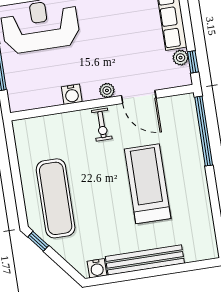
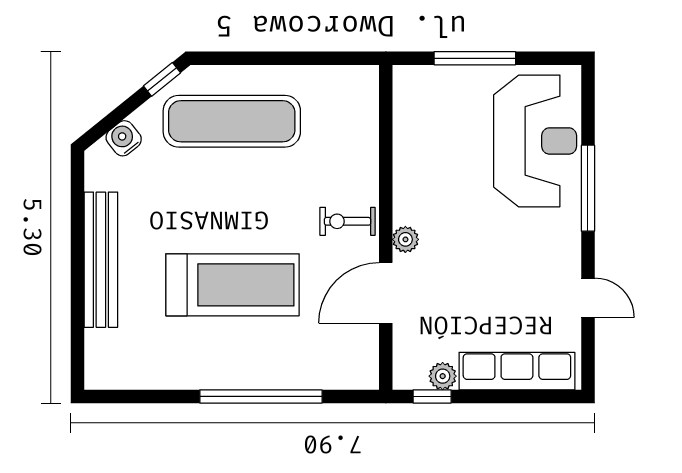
water cooler: (72, 94) -> (408, 177), removed
window: (204, 131) -> (261, 396), moved
water cooler: (97, 268) -> (124, 138), moved, turned 51

